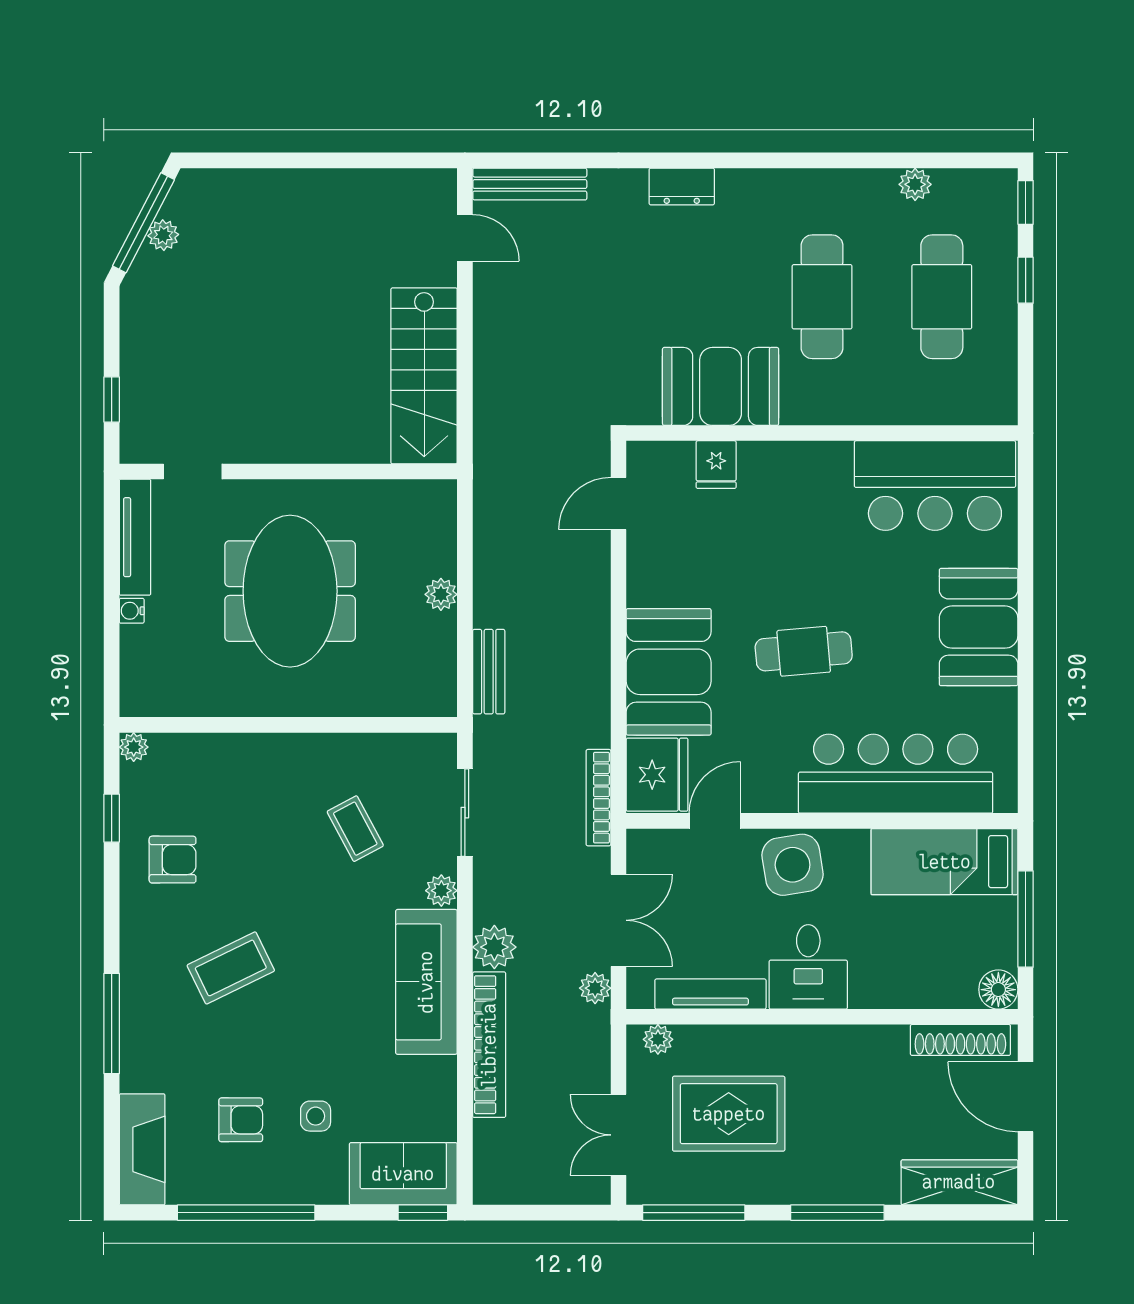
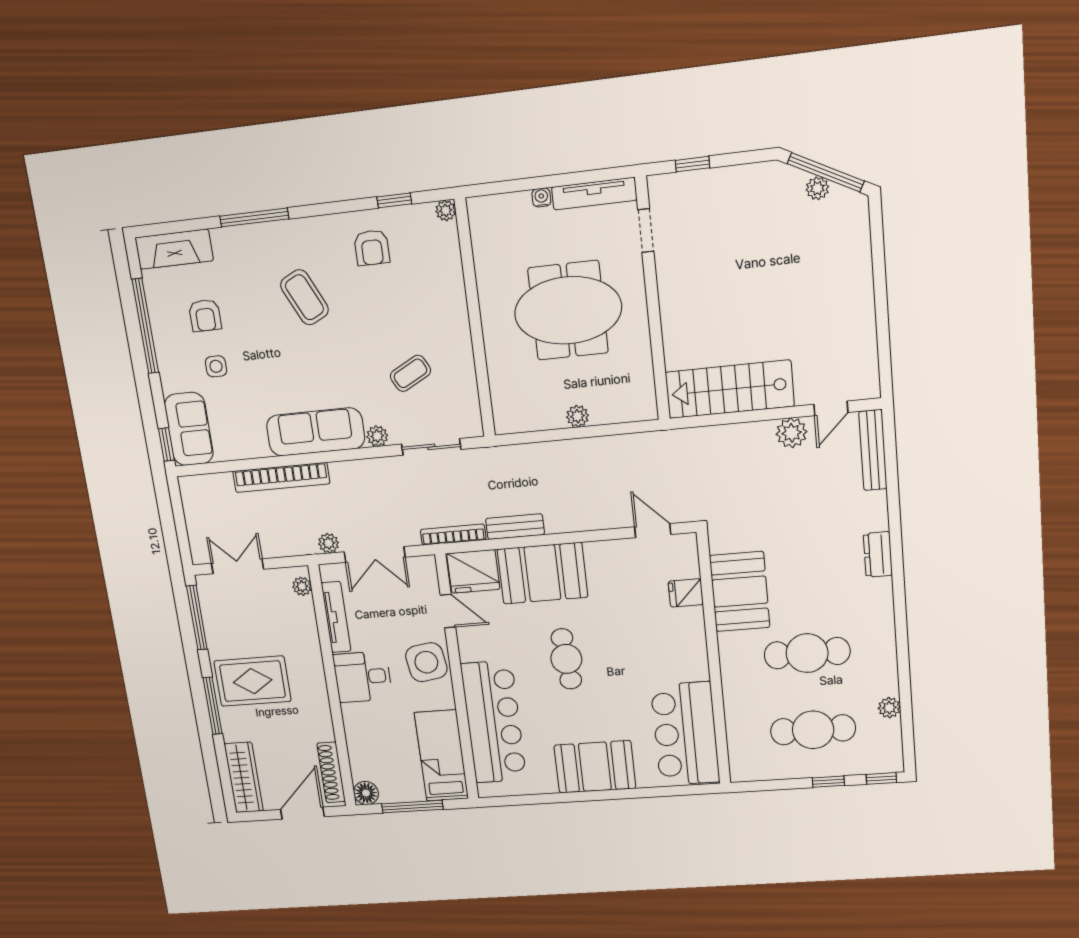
bench: (489, 672) -> (515, 527), moved
plant: (494, 947) -> (792, 433), moved
rug: (729, 1114) -> (252, 681), moved, turned 90

